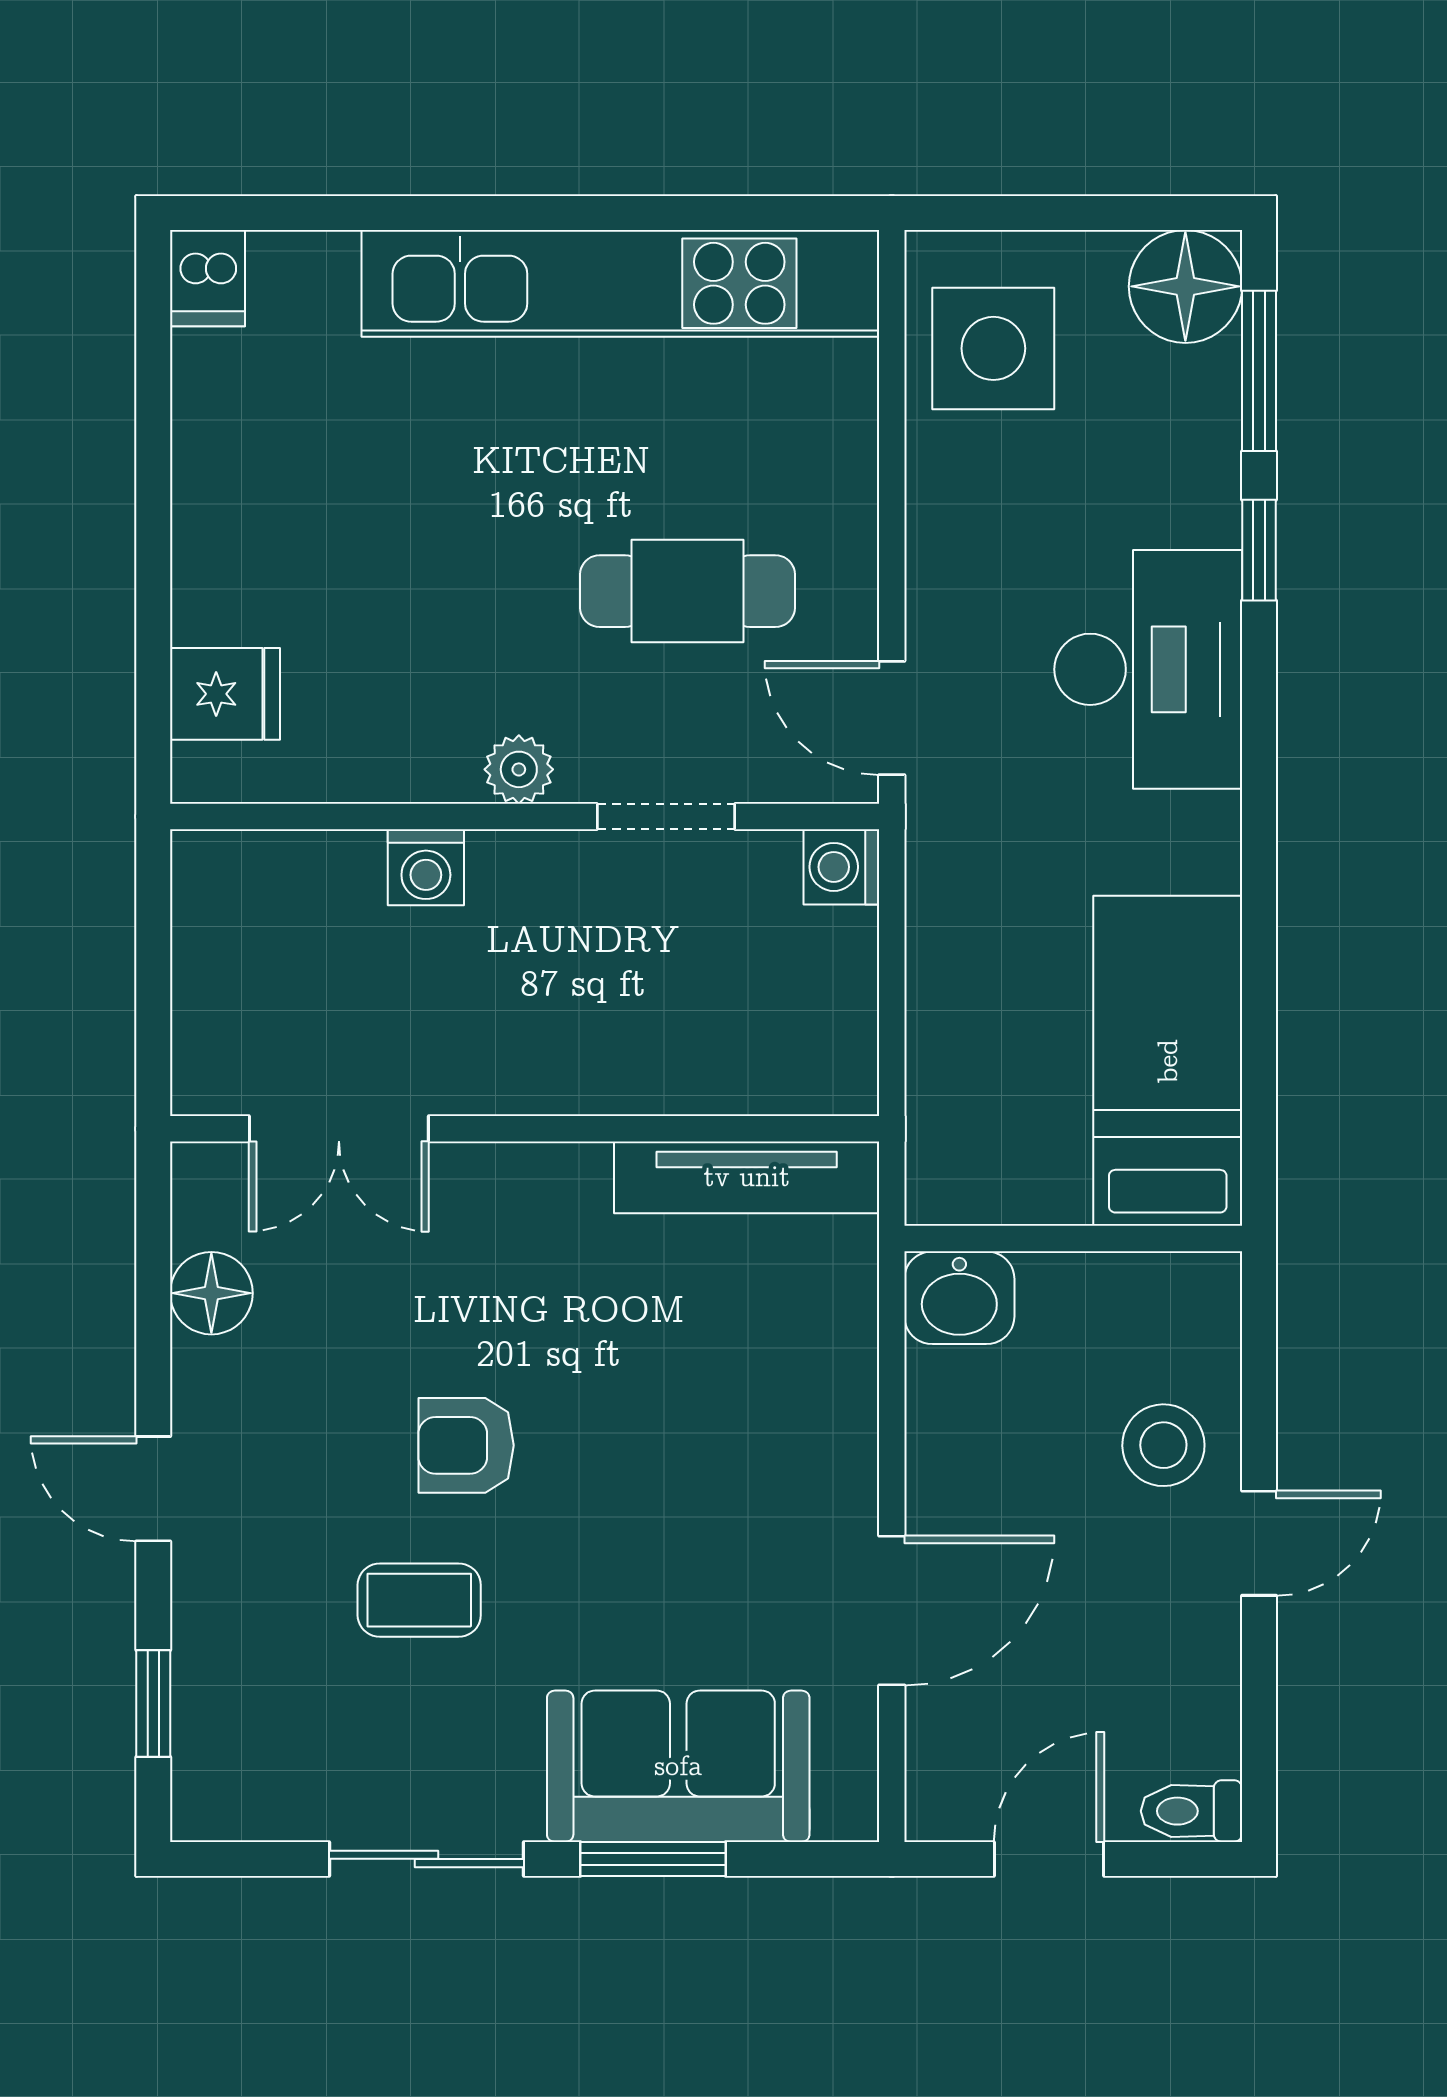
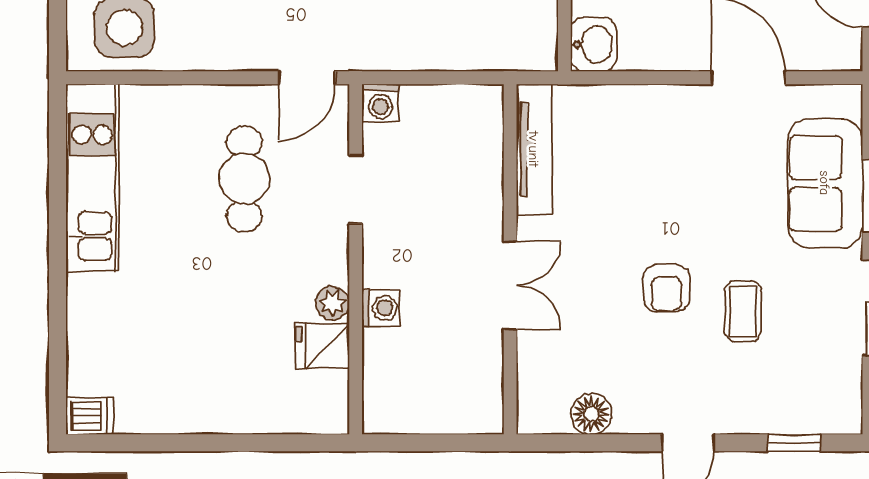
kitchen unit: (620, 283) -> (92, 178), width x0.73
fridge: (225, 694) -> (322, 346), moved, turned -90
plant: (519, 769) -> (332, 303), moved
double door: (339, 1129) -> (510, 285), moved

